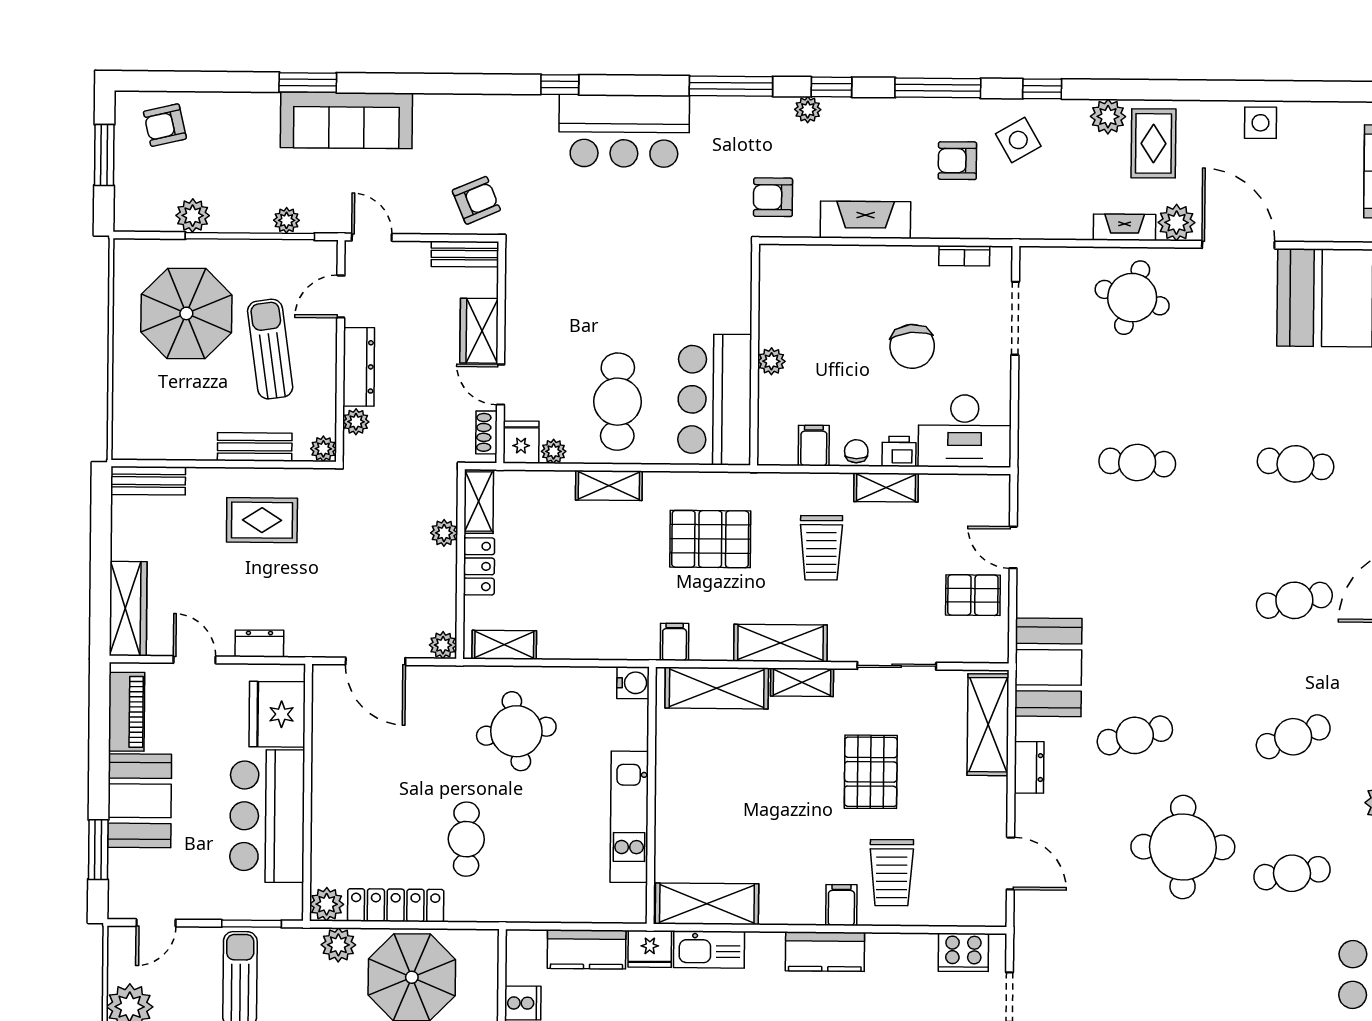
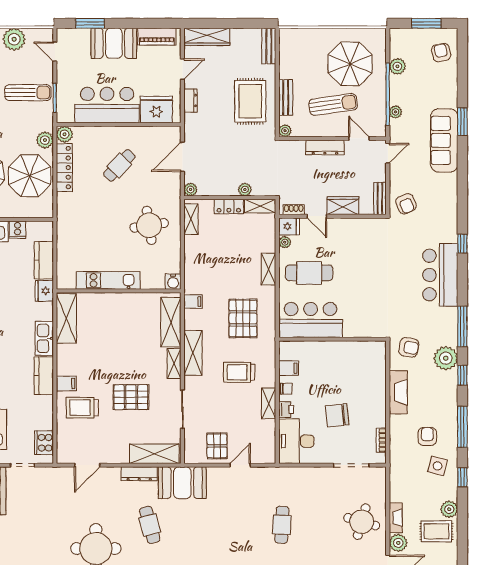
plant: (808, 110) -> (446, 358), width x1.87, depth x1.87
side table: (1018, 140) -> (438, 466), turned 45
armchair: (773, 197) -> (409, 347), turned 100
plant: (771, 361) -> (329, 347), removed
door: (501, 385) -> (317, 216), swing flipped
plant: (356, 422) -> (298, 146), removed
rug: (262, 520) -> (250, 101), width x1.36, depth x1.43
dresser: (1029, 767) -> (139, 474), width x1.44
cafe table: (466, 839) -> (119, 165), moved, turned -46
kitchen sink: (709, 949) -> (44, 338), moved

